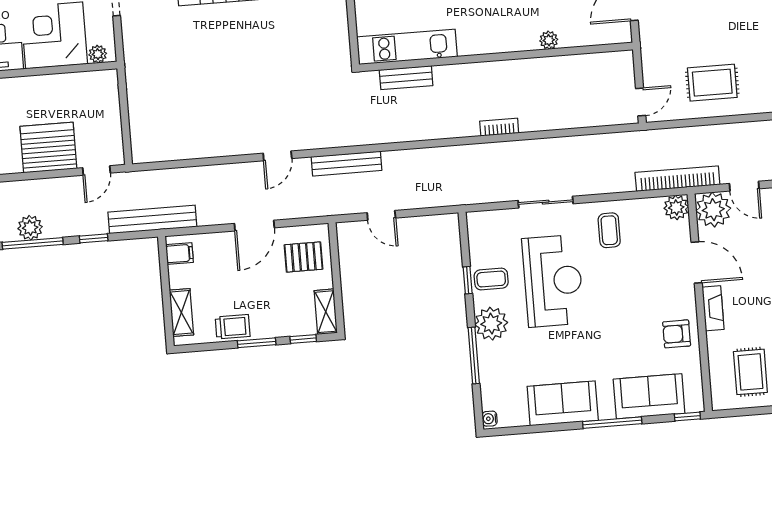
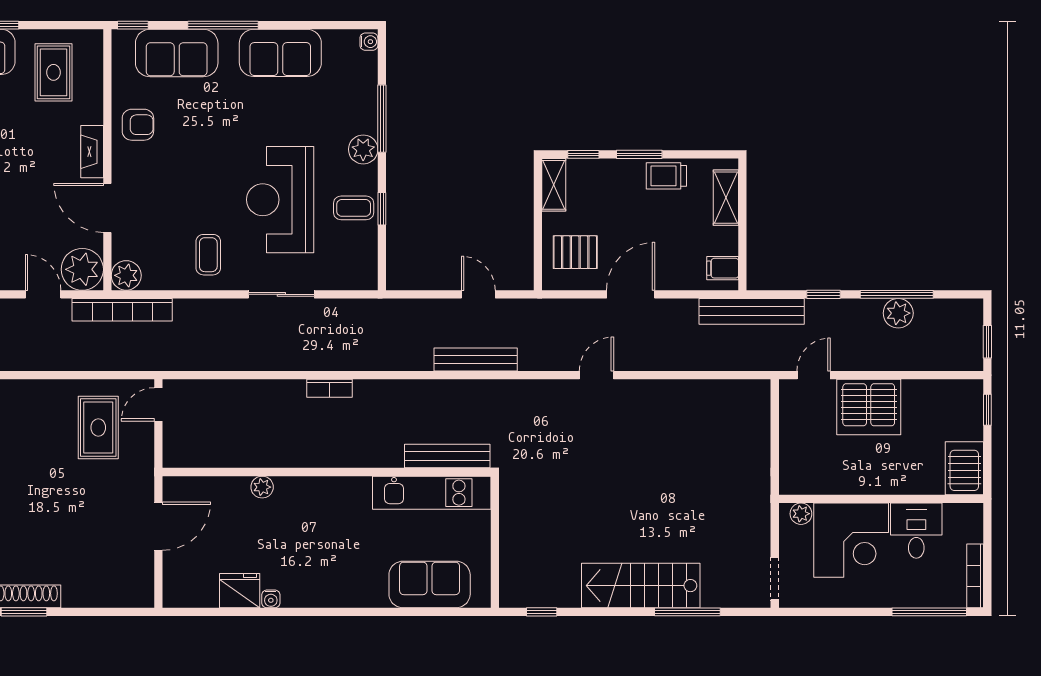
bench: (406, 78) -> (447, 456), width x1.36
rug: (712, 83) -> (98, 428), moved, turned 90
bench: (346, 164) -> (476, 359), moved
plant: (491, 324) -> (363, 149), width x0.73, depth x0.73

